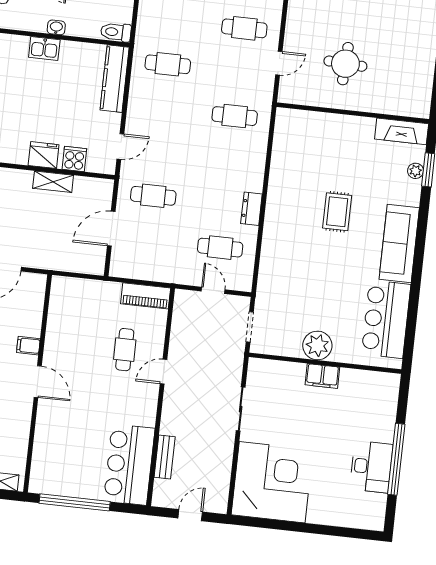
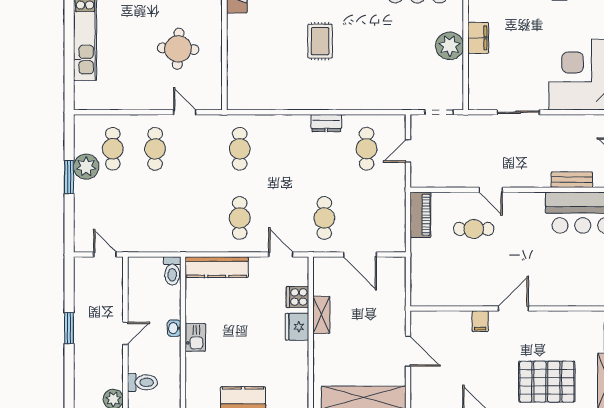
cafe table: (168, 64) -> (240, 218), moved
rug: (337, 212) -> (320, 41), turned 90

